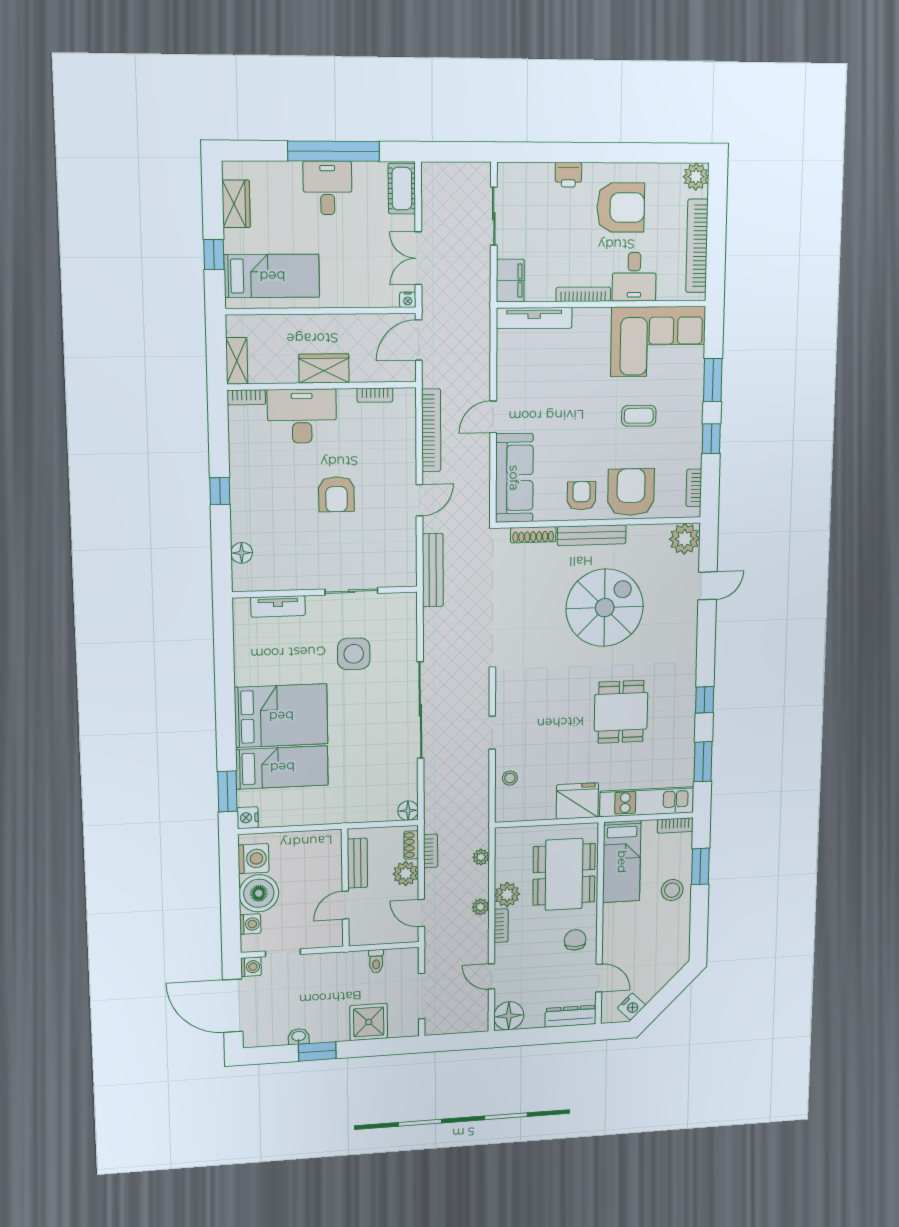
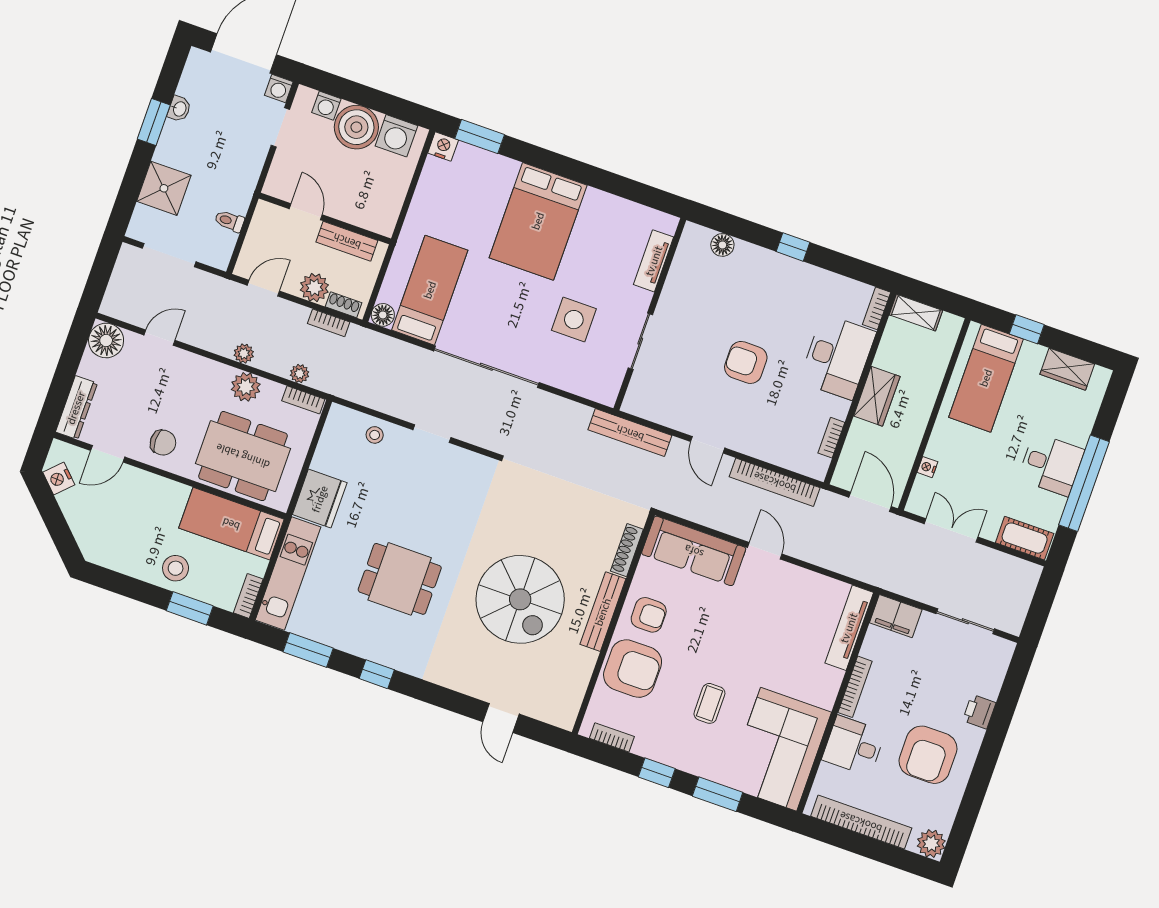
nightstand: (408, 300) -> (927, 467), moved
plant: (685, 539) -> (561, 710), removed
bed: (282, 767) -> (430, 290), moved, turned 180
bookcase: (501, 926) -> (303, 400), moved

